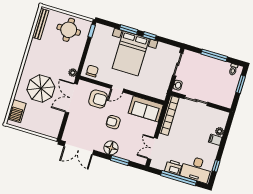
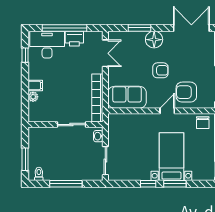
bed with nightstands: (131, 53) -> (171, 157), width x0.73

